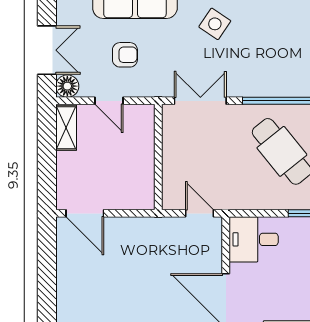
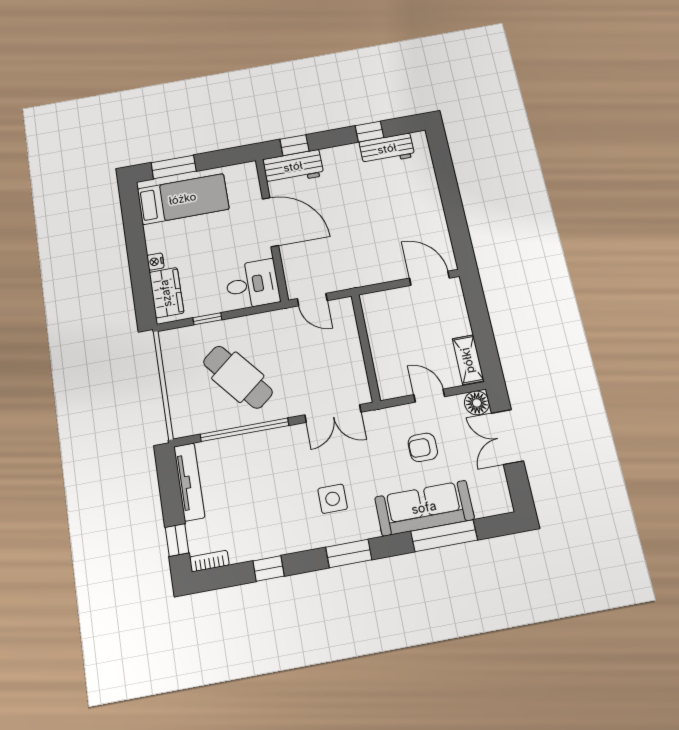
side table: (215, 24) -> (333, 499), turned -34

